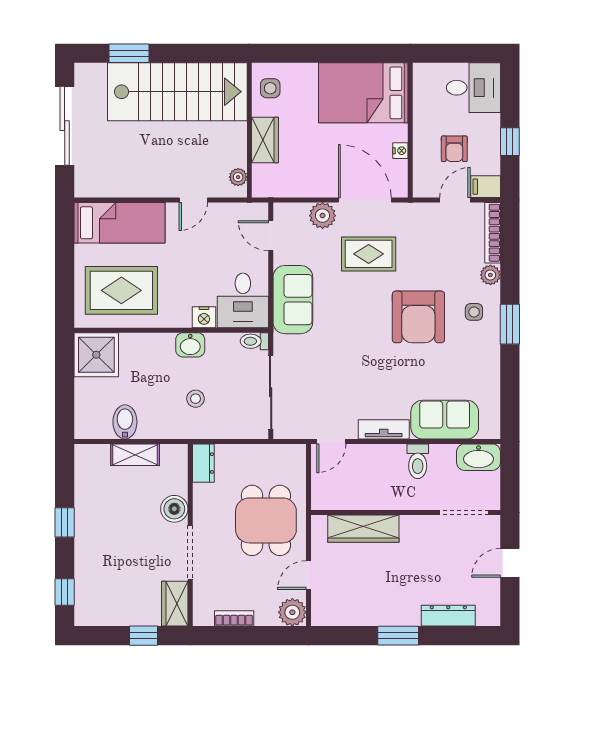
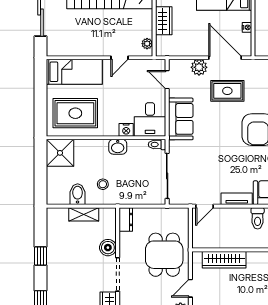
stool: (196, 399) -> (103, 184), moved

